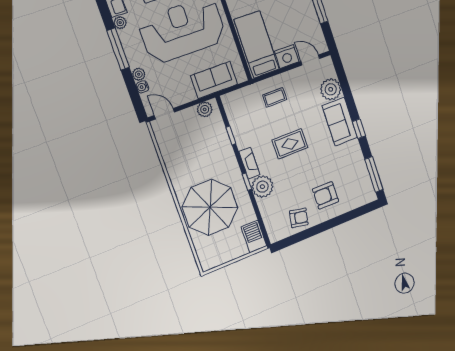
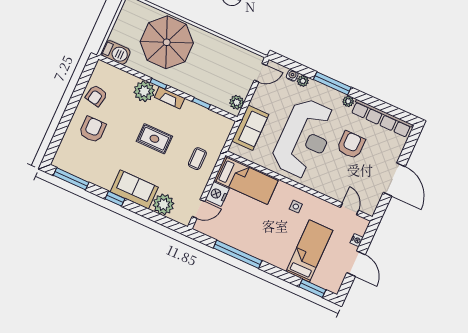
rug: (290, 144) -> (154, 139), turned 90

